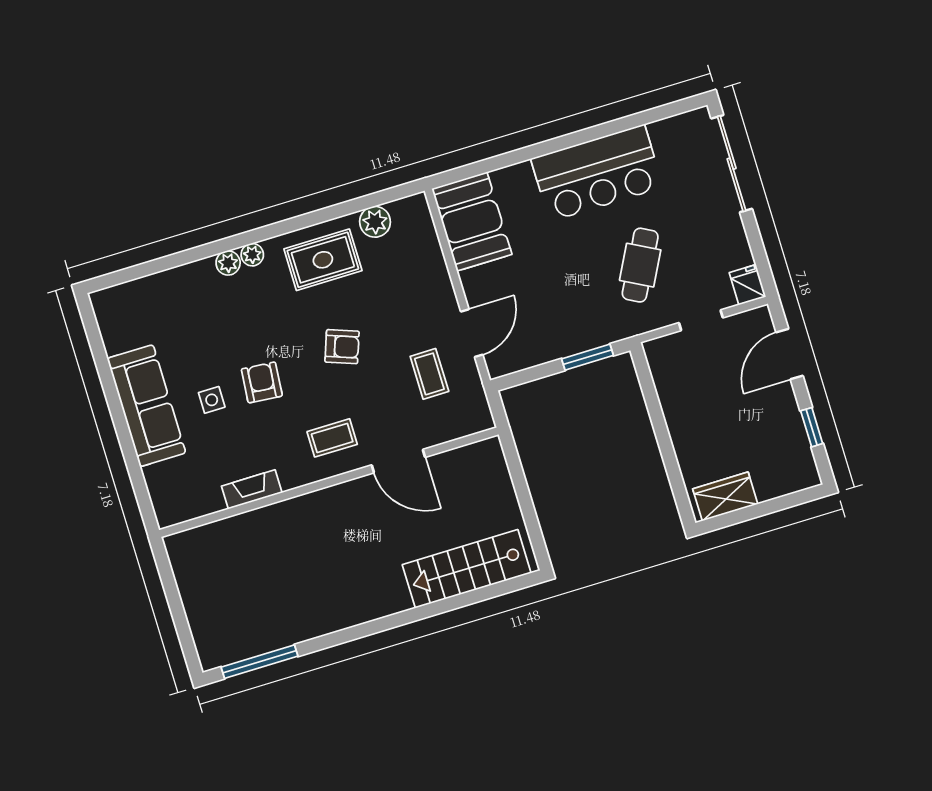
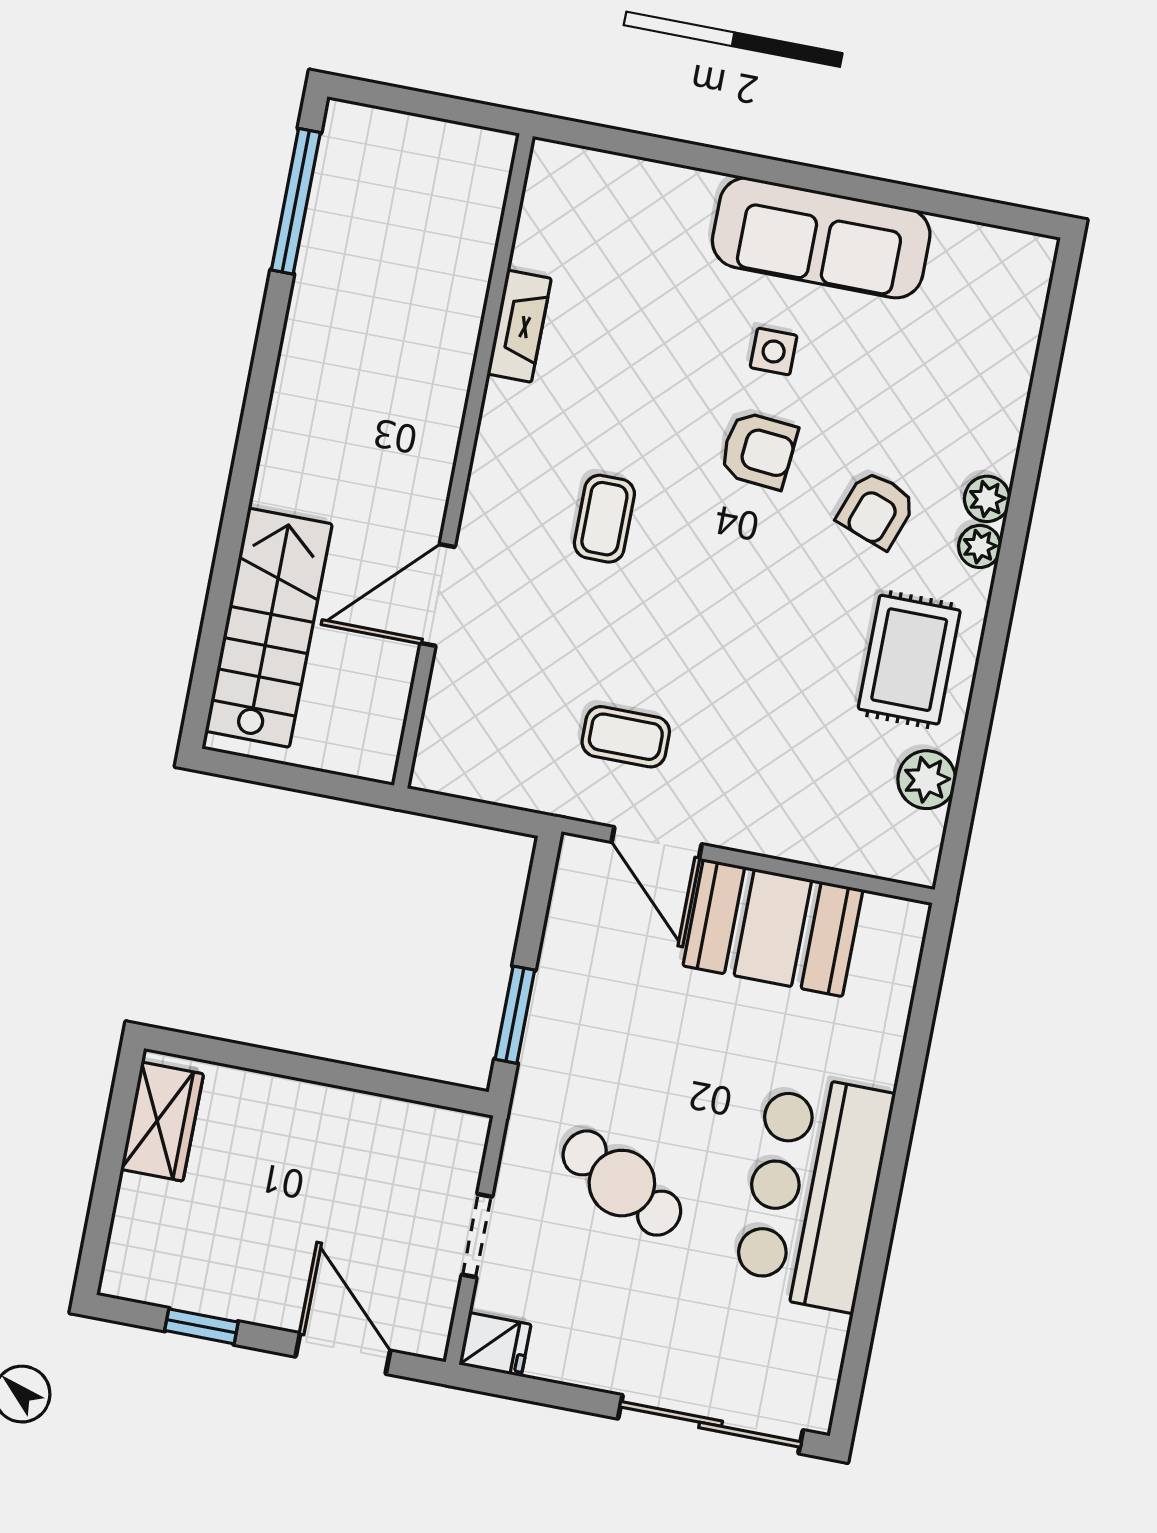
booth: (472, 221) -> (773, 928), moved
armchair: (342, 347) -> (876, 510), moved
door: (398, 461) -> (438, 595), moved
wall: (329, 482) -> (463, 461), moved
fireplace: (252, 489) -> (519, 326), moved

